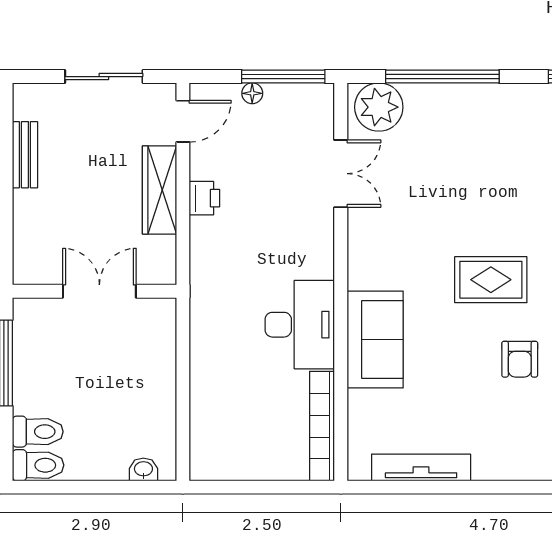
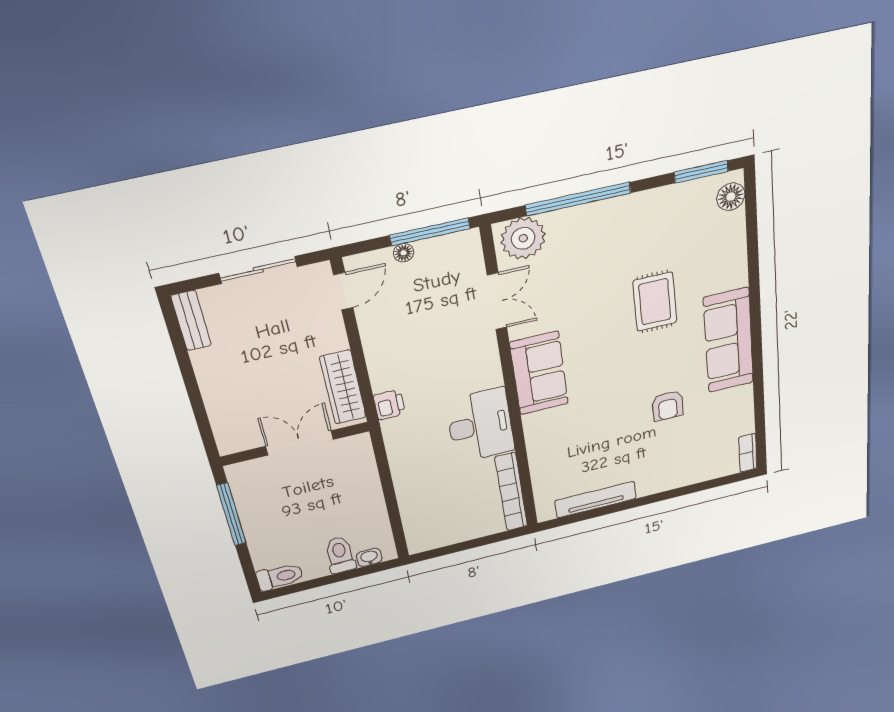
bench: (25, 155) -> (191, 321), moved
wardrobe: (159, 190) -> (343, 387), moved
printer: (204, 198) -> (389, 405), moved
rug: (491, 280) -> (655, 302), moved, turned 90
sofa: (375, 339) -> (539, 373), moved
toilet: (38, 432) -> (340, 555), moved, turned -90

